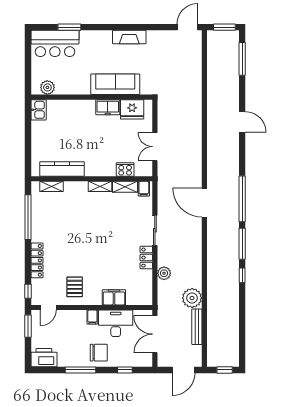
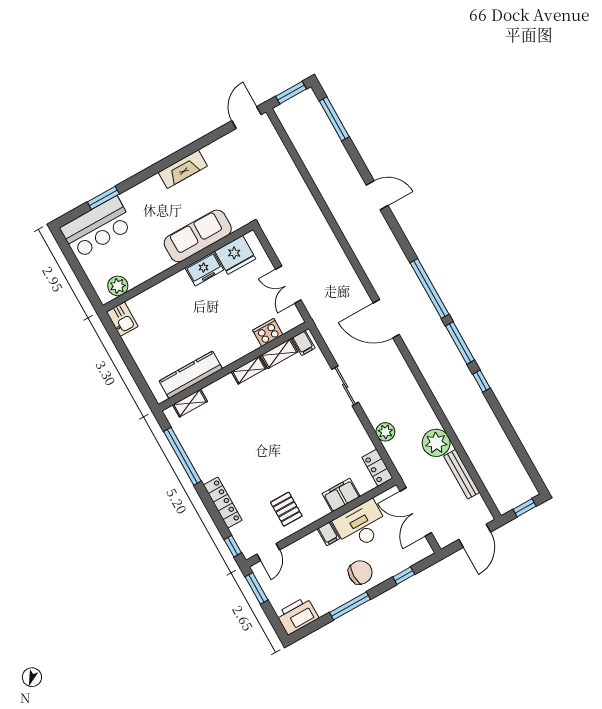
locker: (146, 258) -> (377, 468), moved

